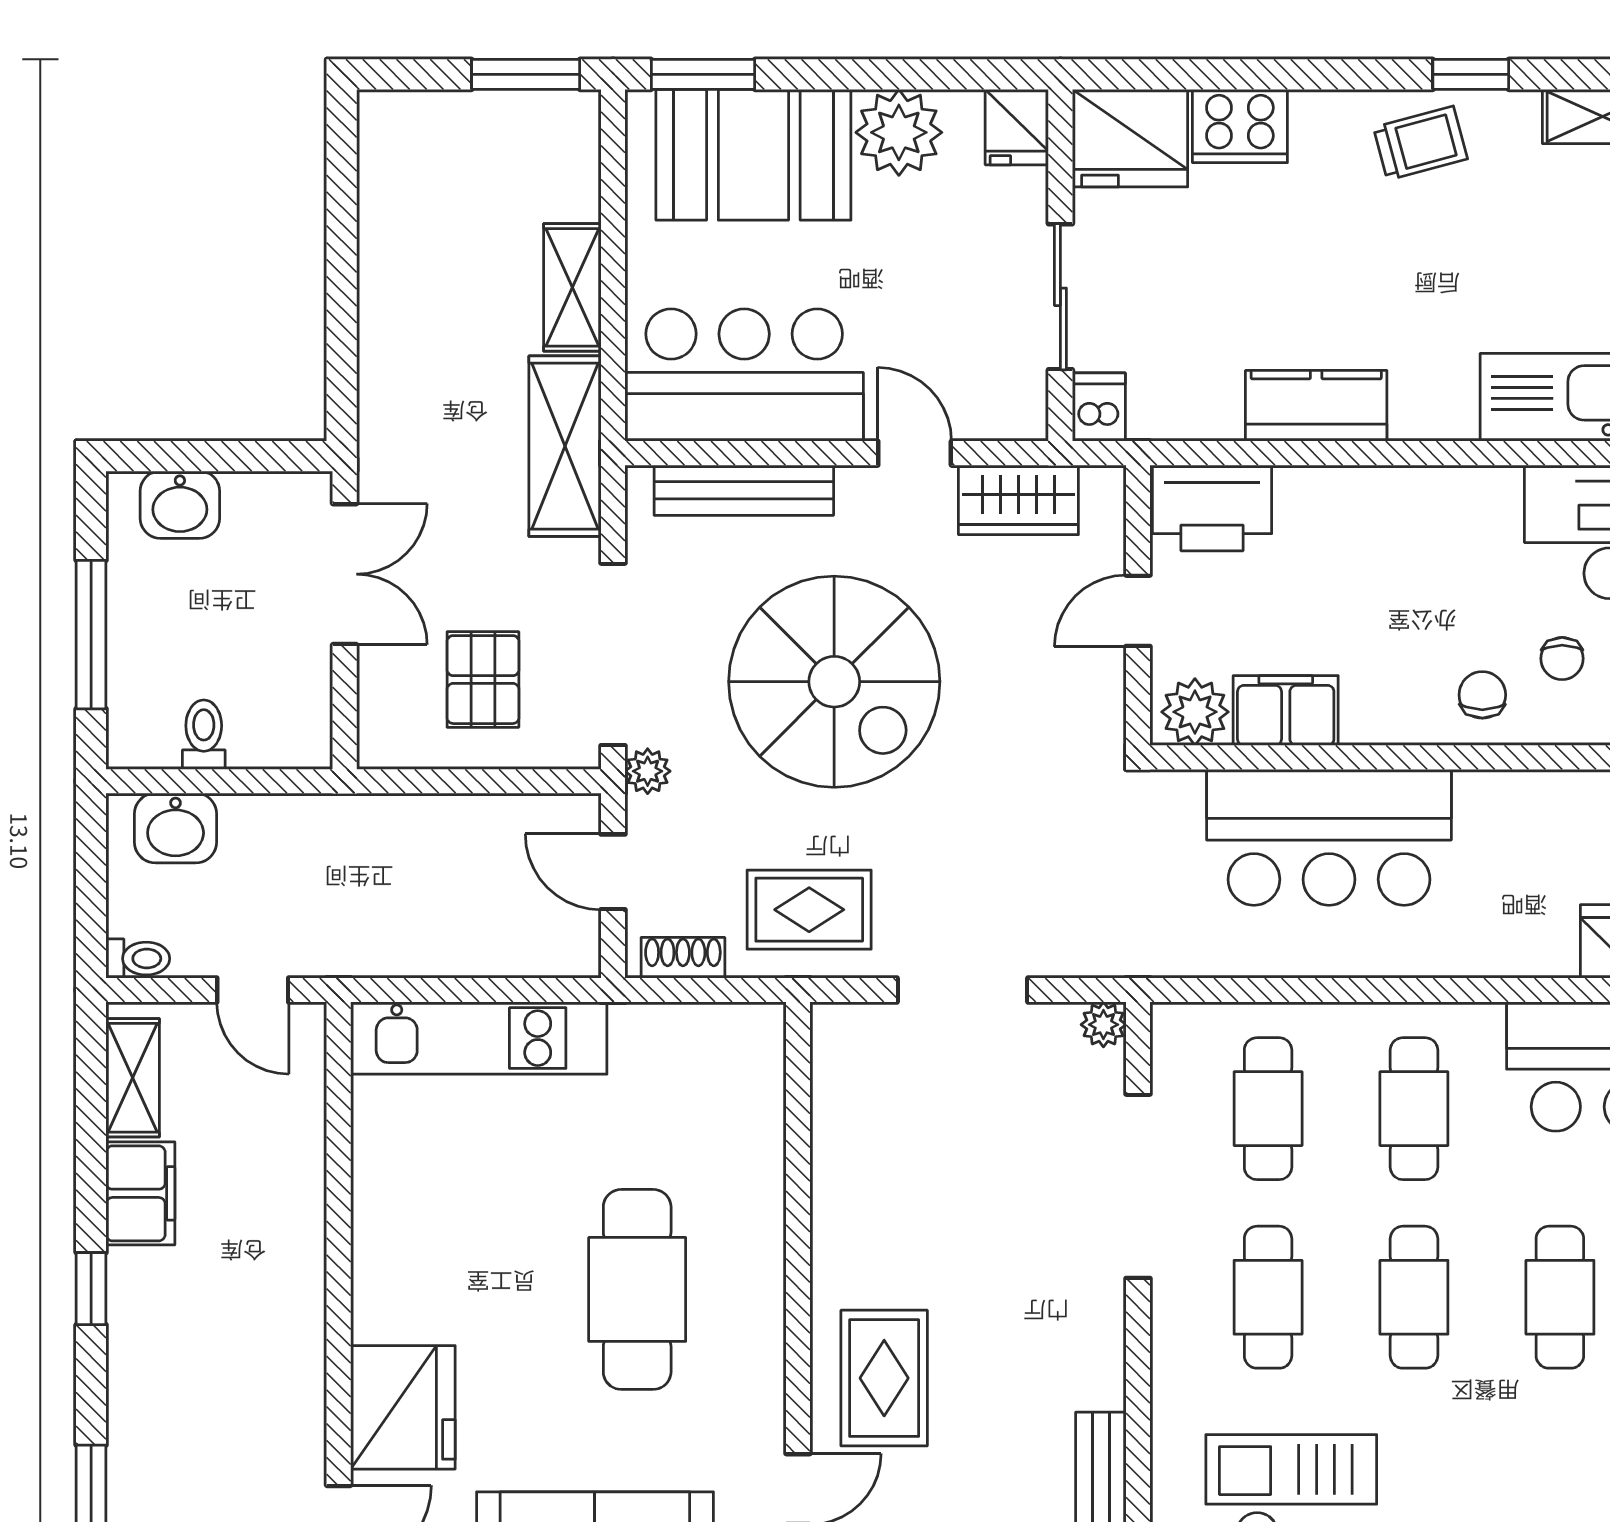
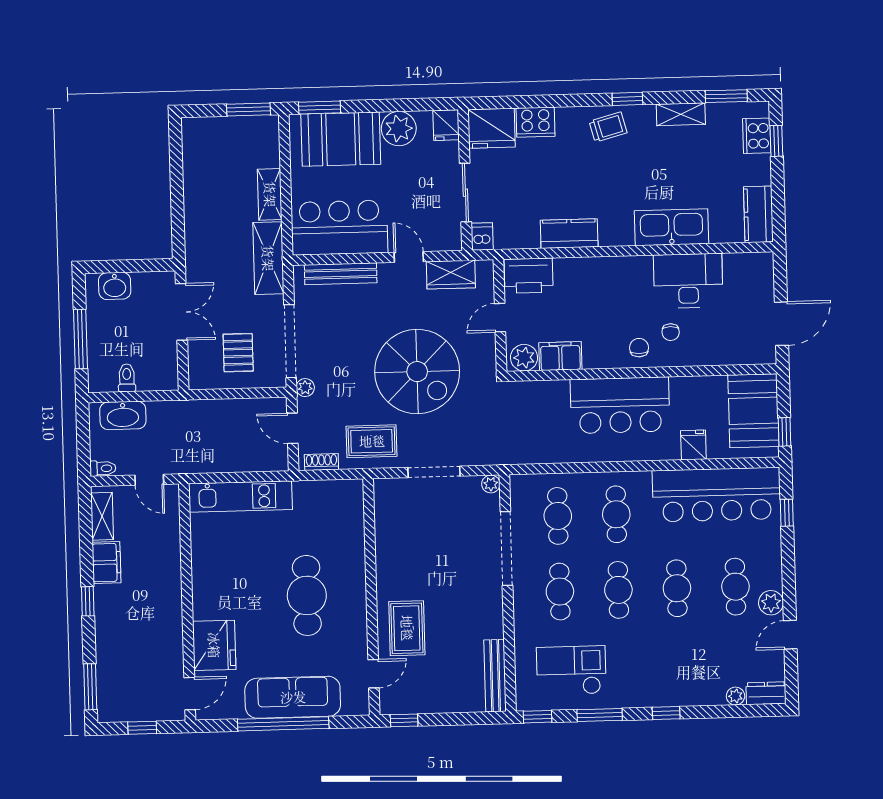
spiral stairs: (834, 682) -> (417, 372), moved
washbasin: (176, 828) -> (123, 415), width x1.38
bar counter: (1329, 837) -> (620, 405), moved

